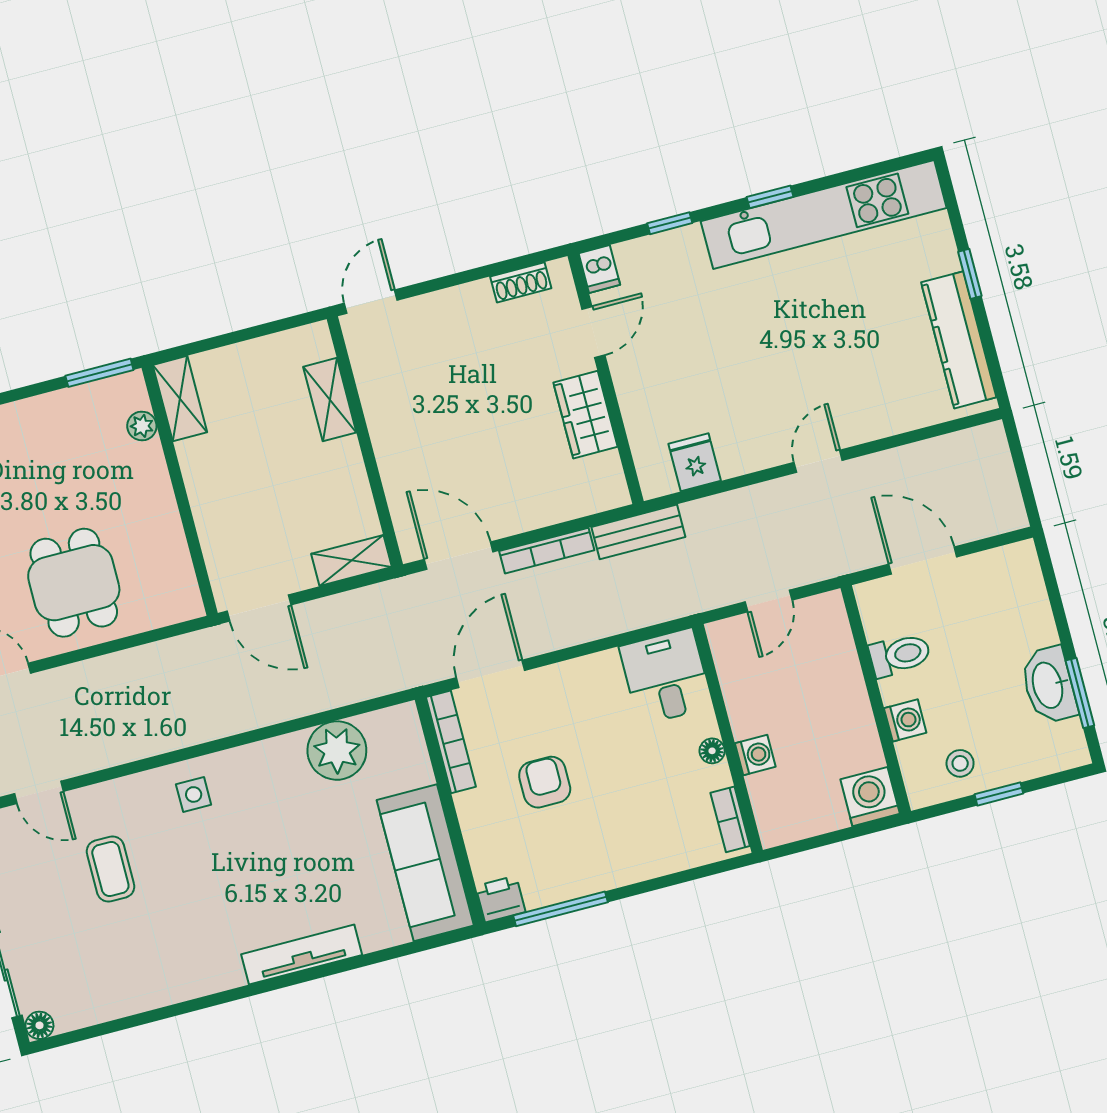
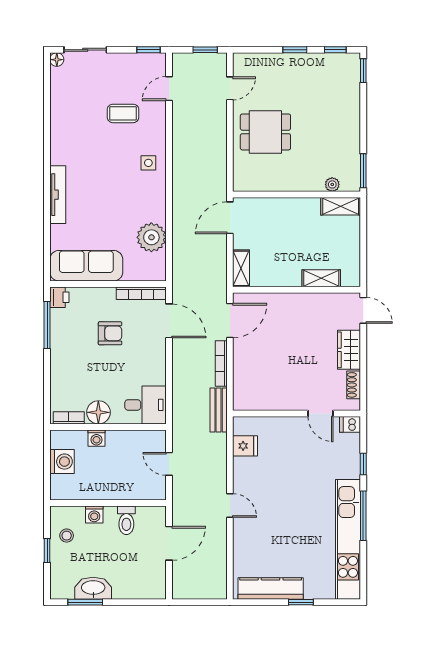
window: (770, 197) -> (363, 516), width x2.17
wardrobe: (585, 415) -> (349, 350), moved, turned -90
floor lamp: (712, 751) -> (98, 412), width x1.89, depth x1.89
washing machine: (870, 797) -> (62, 462), moved

